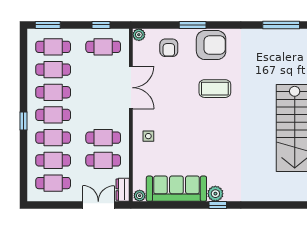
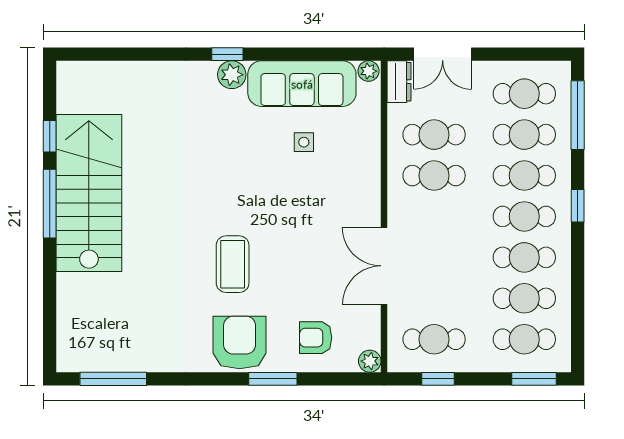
armchair: (211, 45) -> (240, 343), turned 90
armchair: (169, 48) -> (316, 338), turned -90
coffee table: (215, 89) -> (233, 264), turned 90
side table: (148, 136) -> (304, 142), moved
window: (23, 171) -> (578, 115), added

